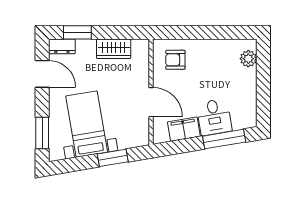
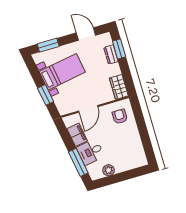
dresser: (62, 46) -> (111, 54), moved
wardrobe: (114, 49) -> (119, 87), moved
plant: (248, 59) -> (109, 170), moved
door: (42, 74) -> (86, 34), swing flipped

